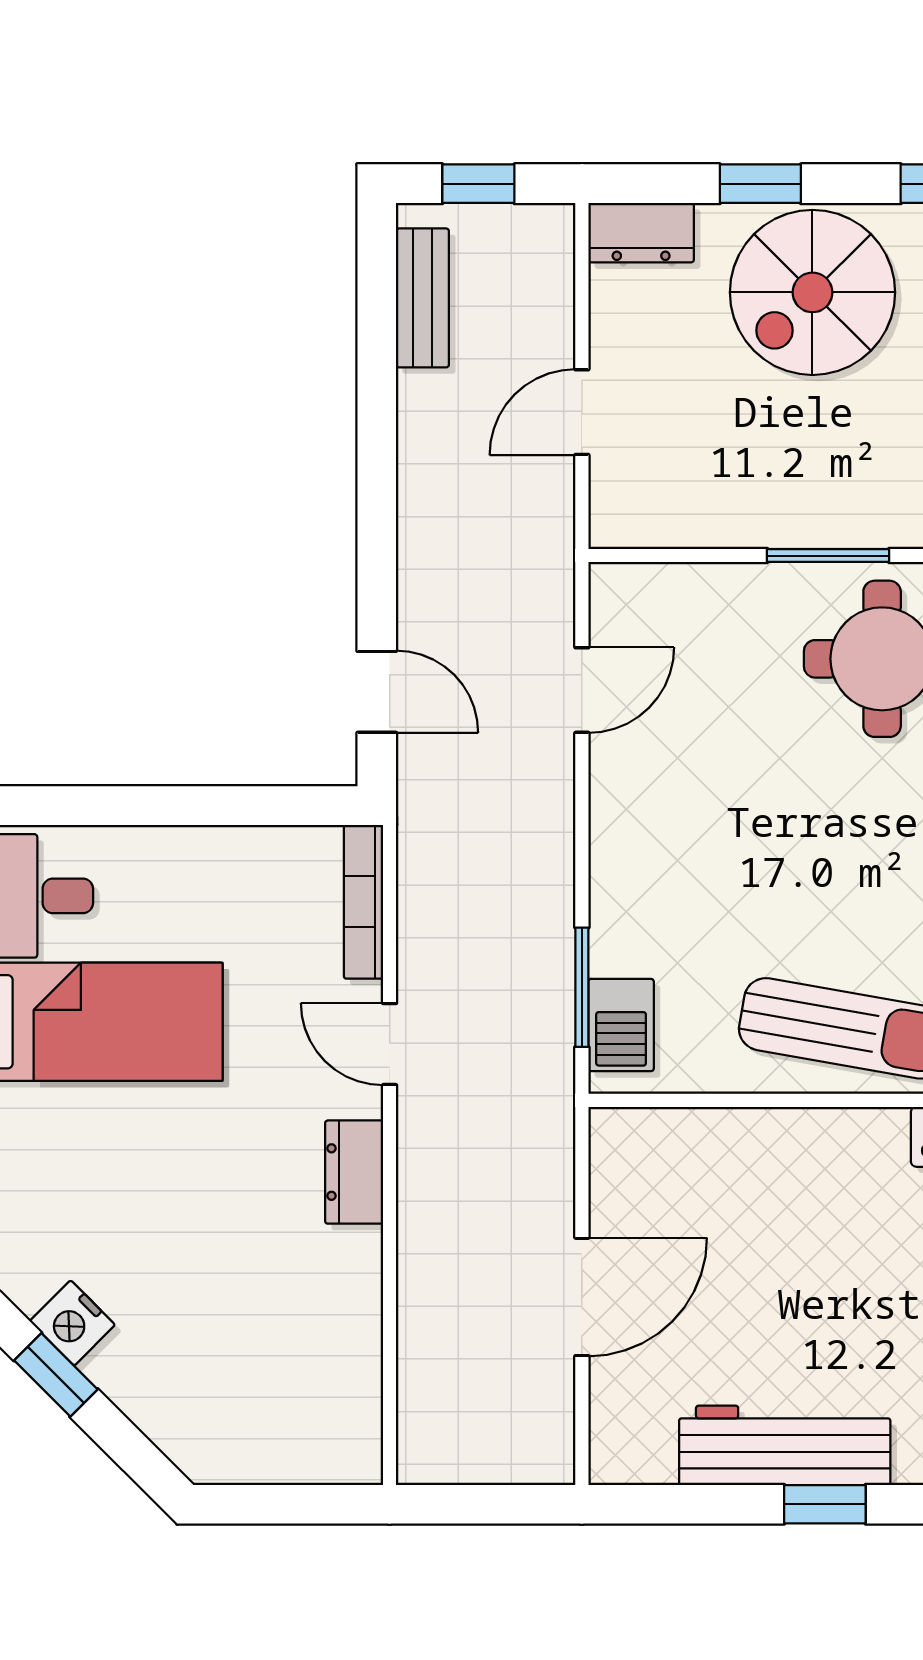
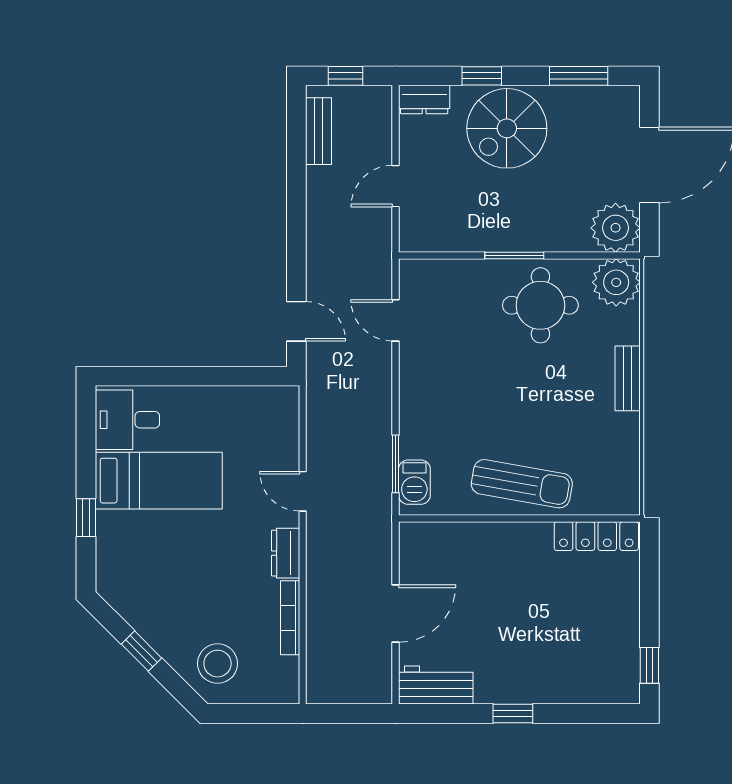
door: (582, 690) -> (396, 320), swing flipped
bookcase: (363, 902) -> (290, 618), moved
nightstand: (72, 1323) -> (149, 626), removed
stool: (213, 1401) -> (218, 664), added
workbench: (785, 1445) -> (436, 685), moved, width x0.73

